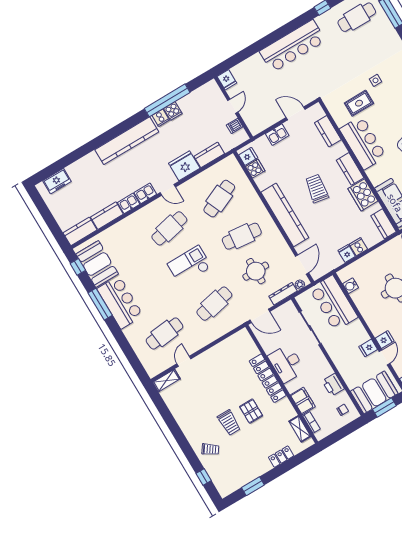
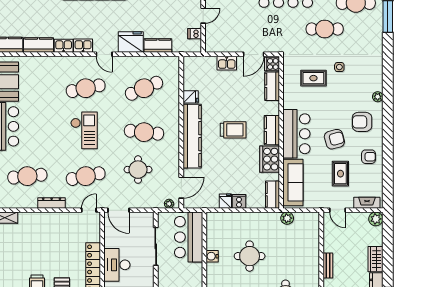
cafe table: (343, 55) -> (325, 29), added
door: (296, 113) -> (254, 54), swing flipped
bar counter: (363, 143) -> (296, 134), moved
fridge: (248, 156) -> (191, 97), moved
cooker: (255, 169) -> (272, 64), moved, turned 180
trolley: (317, 188) -> (233, 130), turned 80
checkout: (189, 265) -> (84, 130), turned 90
water cooler: (351, 286) -> (212, 256), moved
dresser: (283, 294) -> (52, 203), moved
door: (184, 361) -> (89, 210), moved

